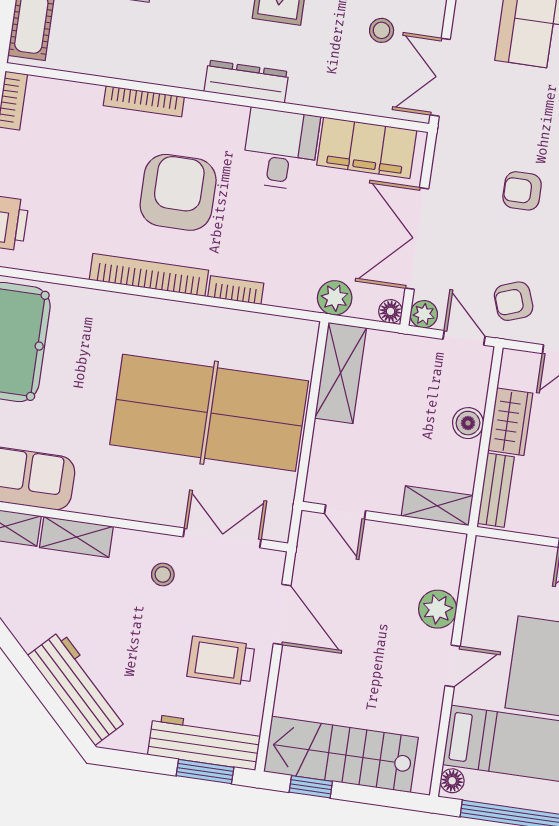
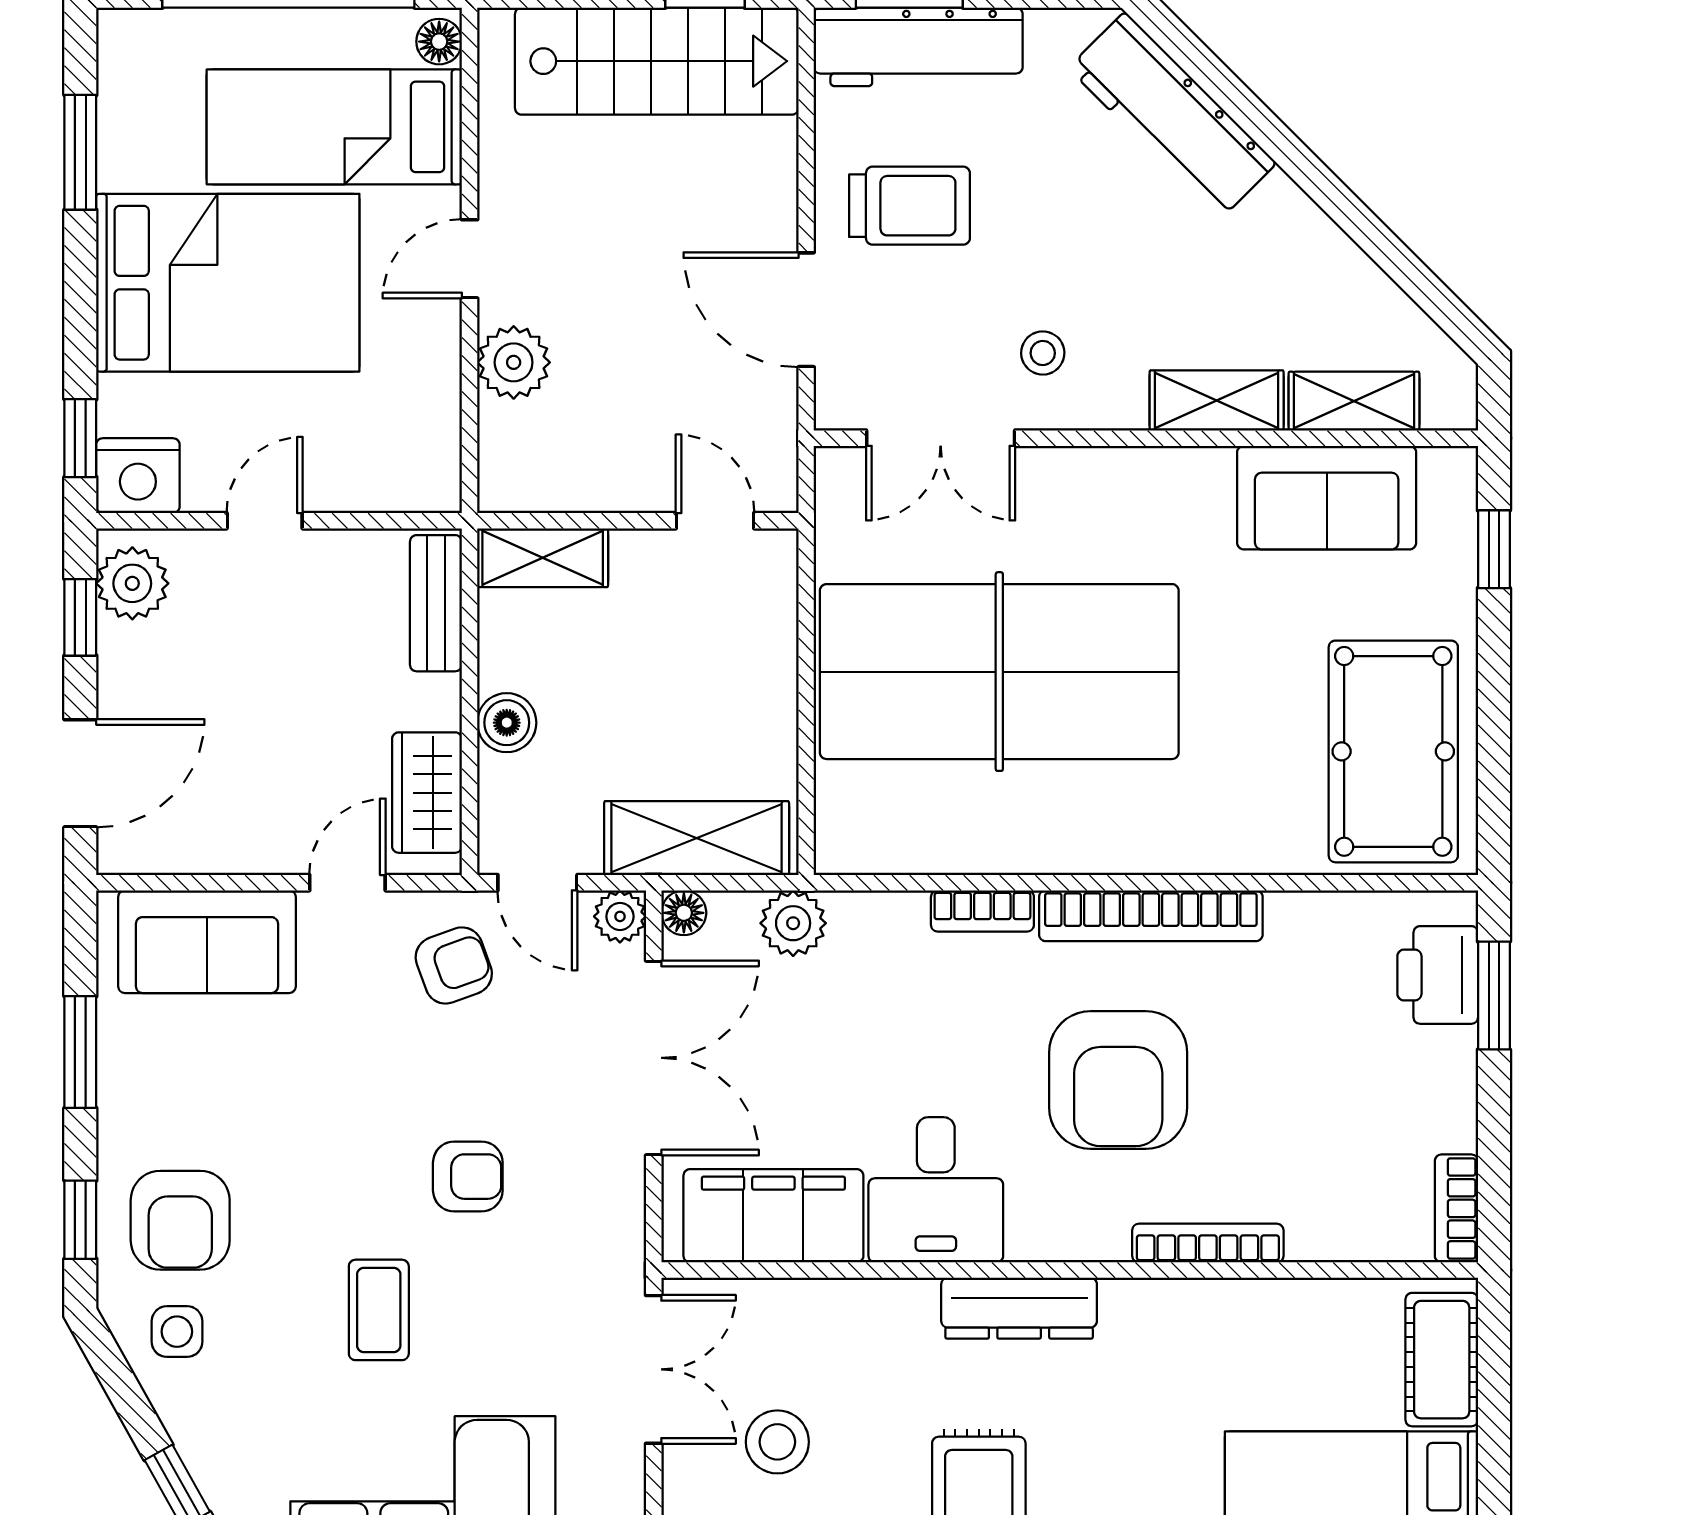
stool: (382, 30) -> (777, 1442), width x1.37, depth x1.37
shelving: (341, 373) -> (697, 838), moved, turned 90
wardrobe: (510, 422) -> (427, 793), moved

